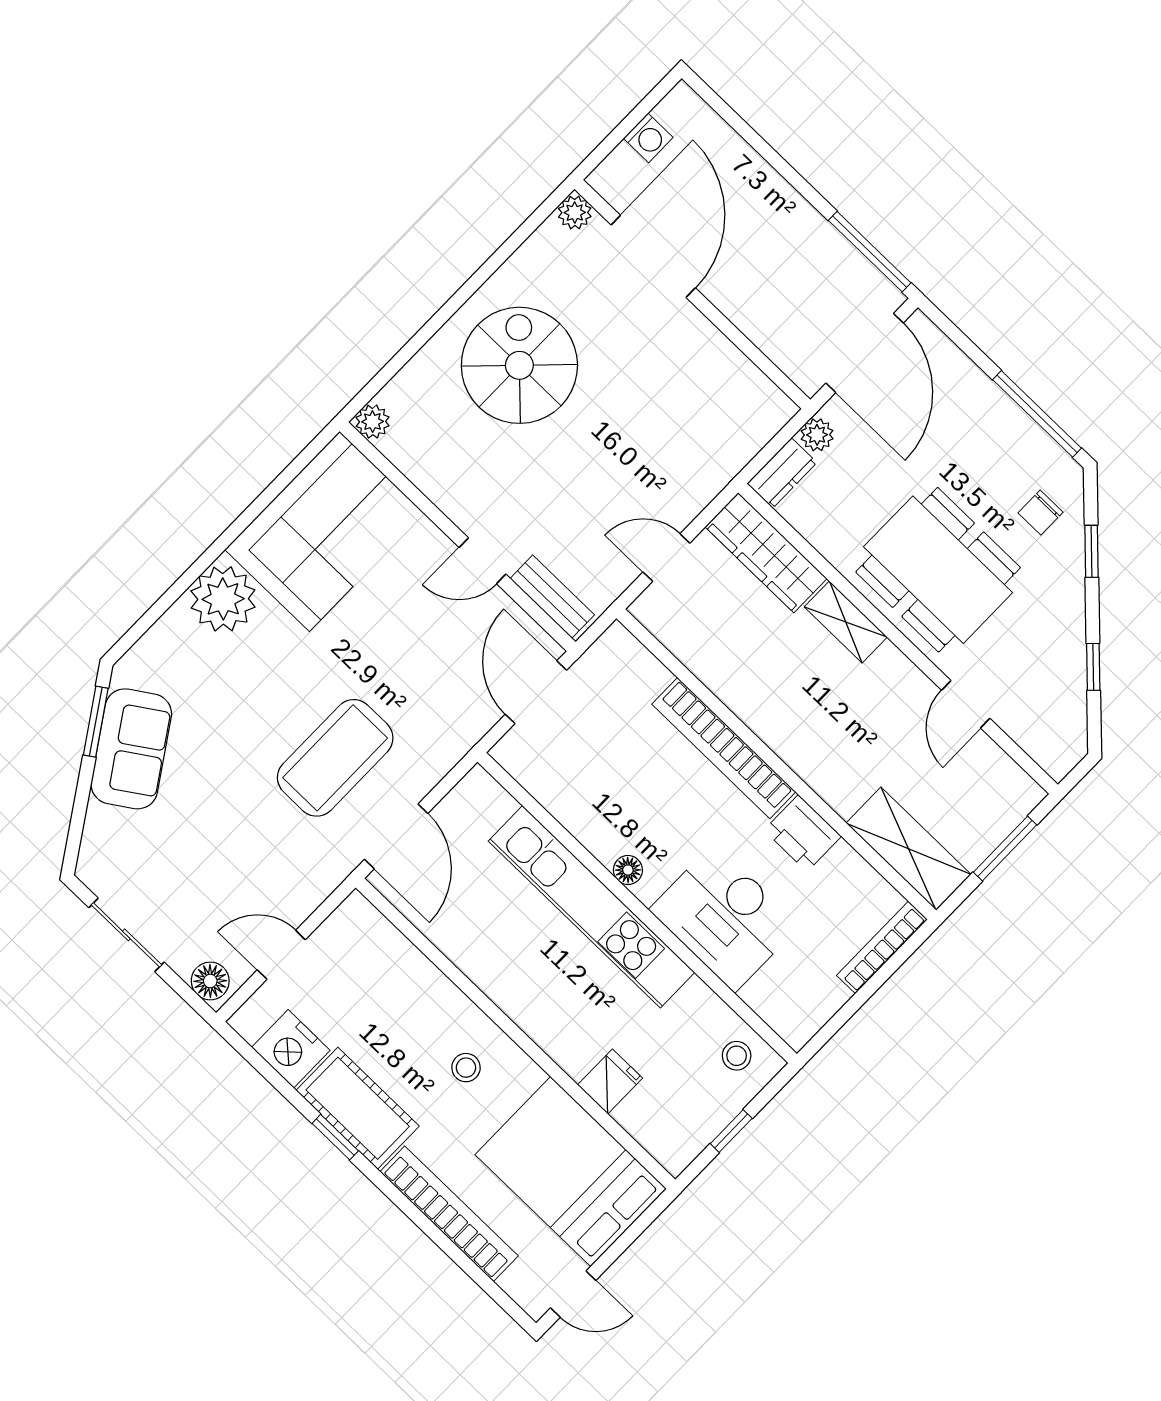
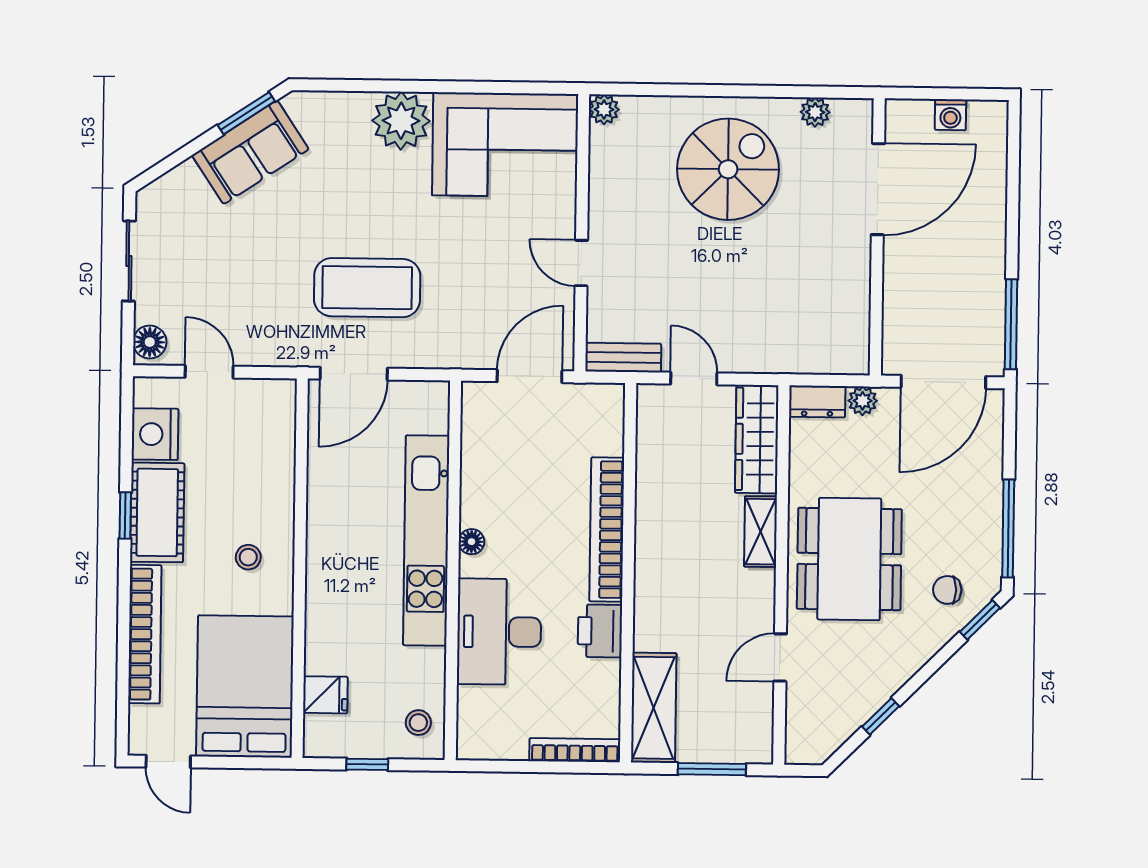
plant: (575, 213) -> (815, 112), moved
window: (1092, 551) -> (980, 620), moved
bench: (552, 597) -> (623, 358), moved, turned 90
fridge: (610, 1082) -> (325, 695), moved

